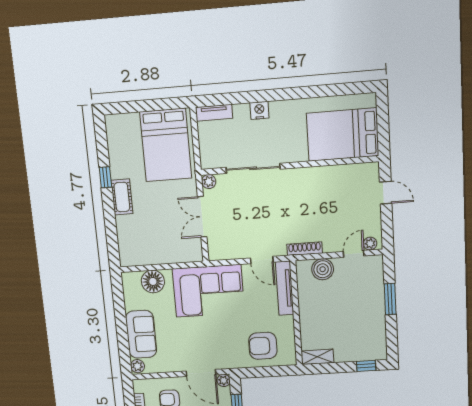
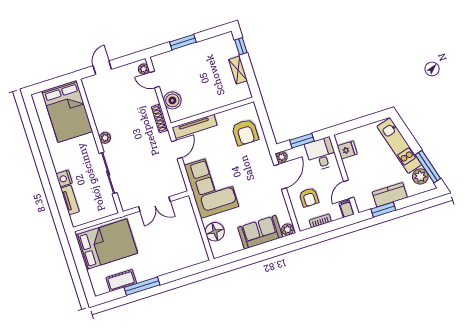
tv unit: (214, 113) -> (70, 200), moved
window: (105, 177) -> (142, 286), width x2.17
plant: (209, 182) -> (105, 138), moved
cot: (122, 197) -> (121, 281), moved
shelving: (317, 357) -> (238, 70), moved

